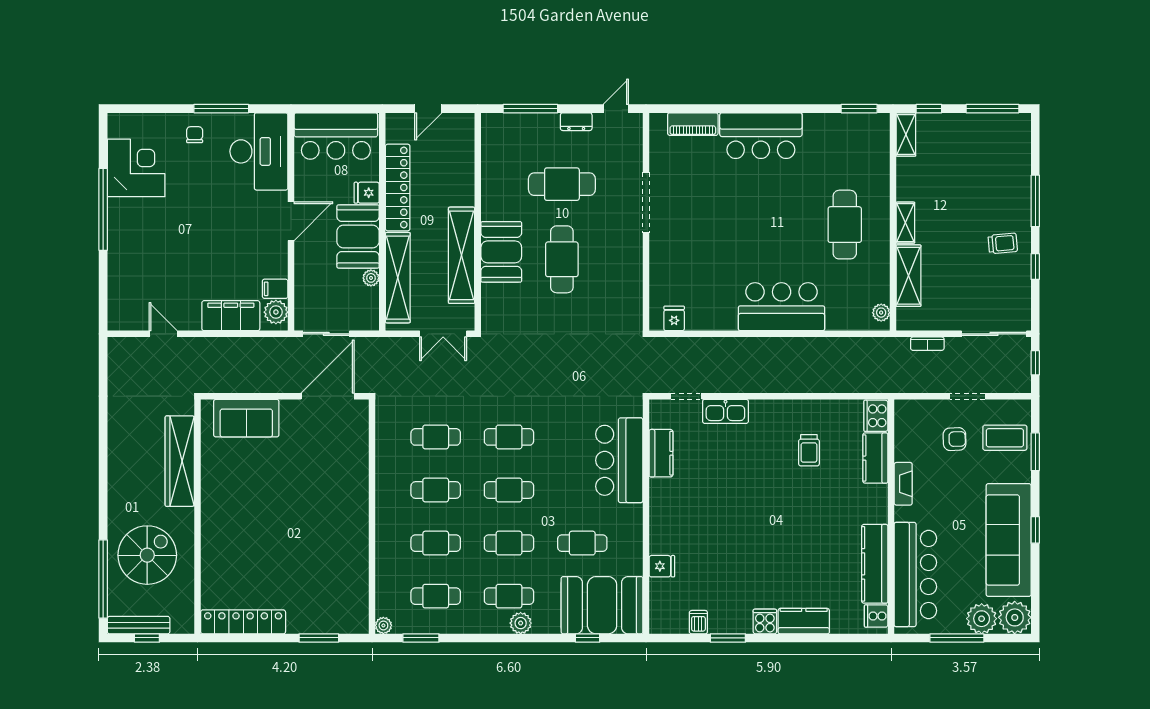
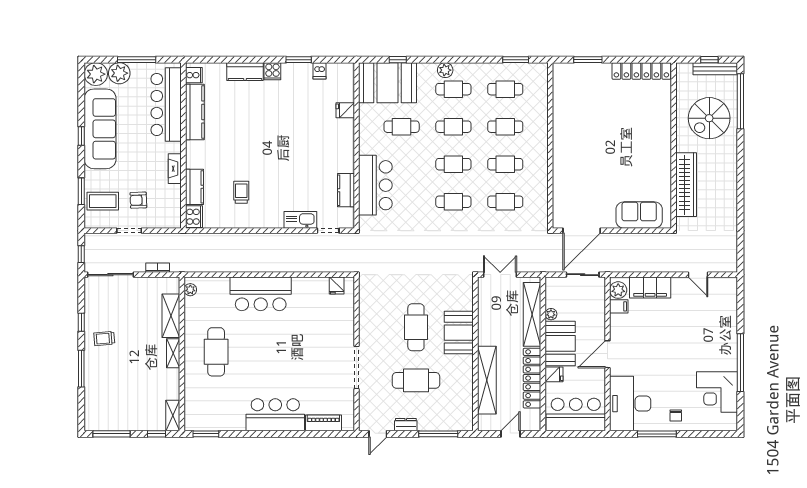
shelving: (462, 255) -> (487, 380), moved
plant: (383, 625) -> (542, 68), removed

